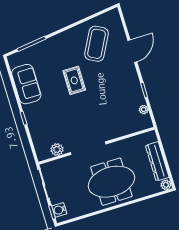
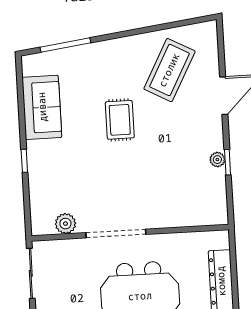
plant: (144, 110) -> (217, 160), moved

